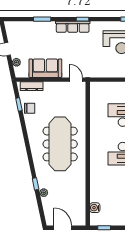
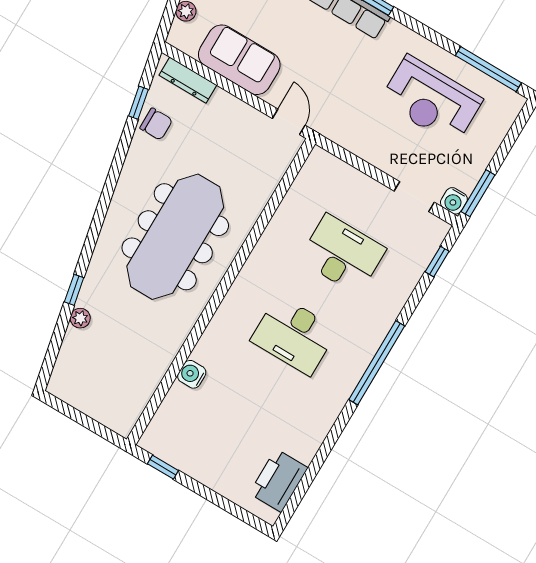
water cooler: (95, 208) -> (192, 374), moved
door: (63, 228) -> (76, 416), removed

